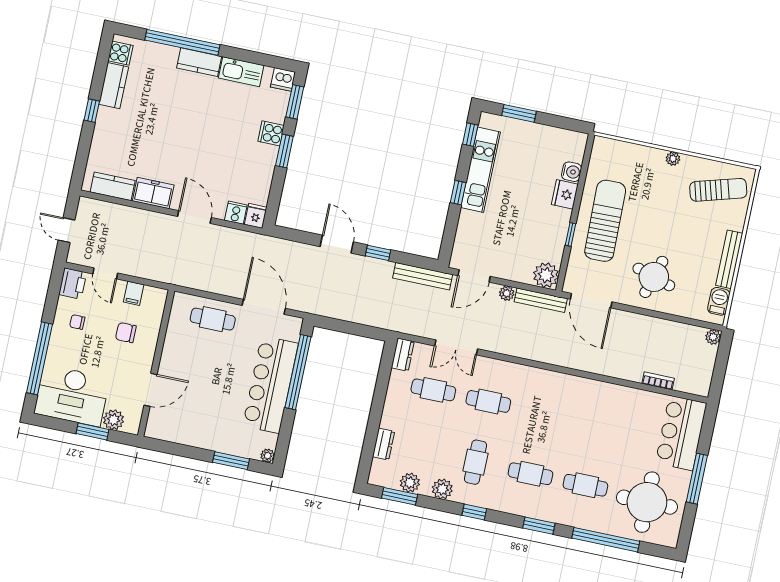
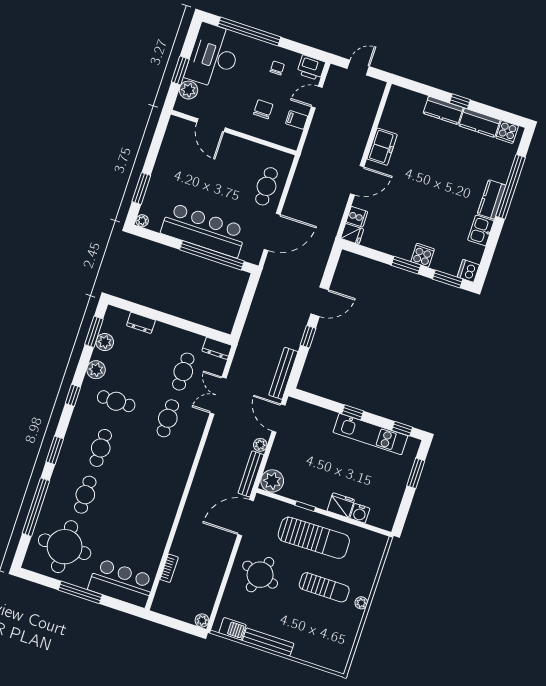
kitchen sink: (241, 72) -> (481, 230), width x0.73
kitchen counter: (113, 186) -> (443, 110), moved, turned 90
sun lounger: (718, 190) -> (324, 587), moved, turned -74

